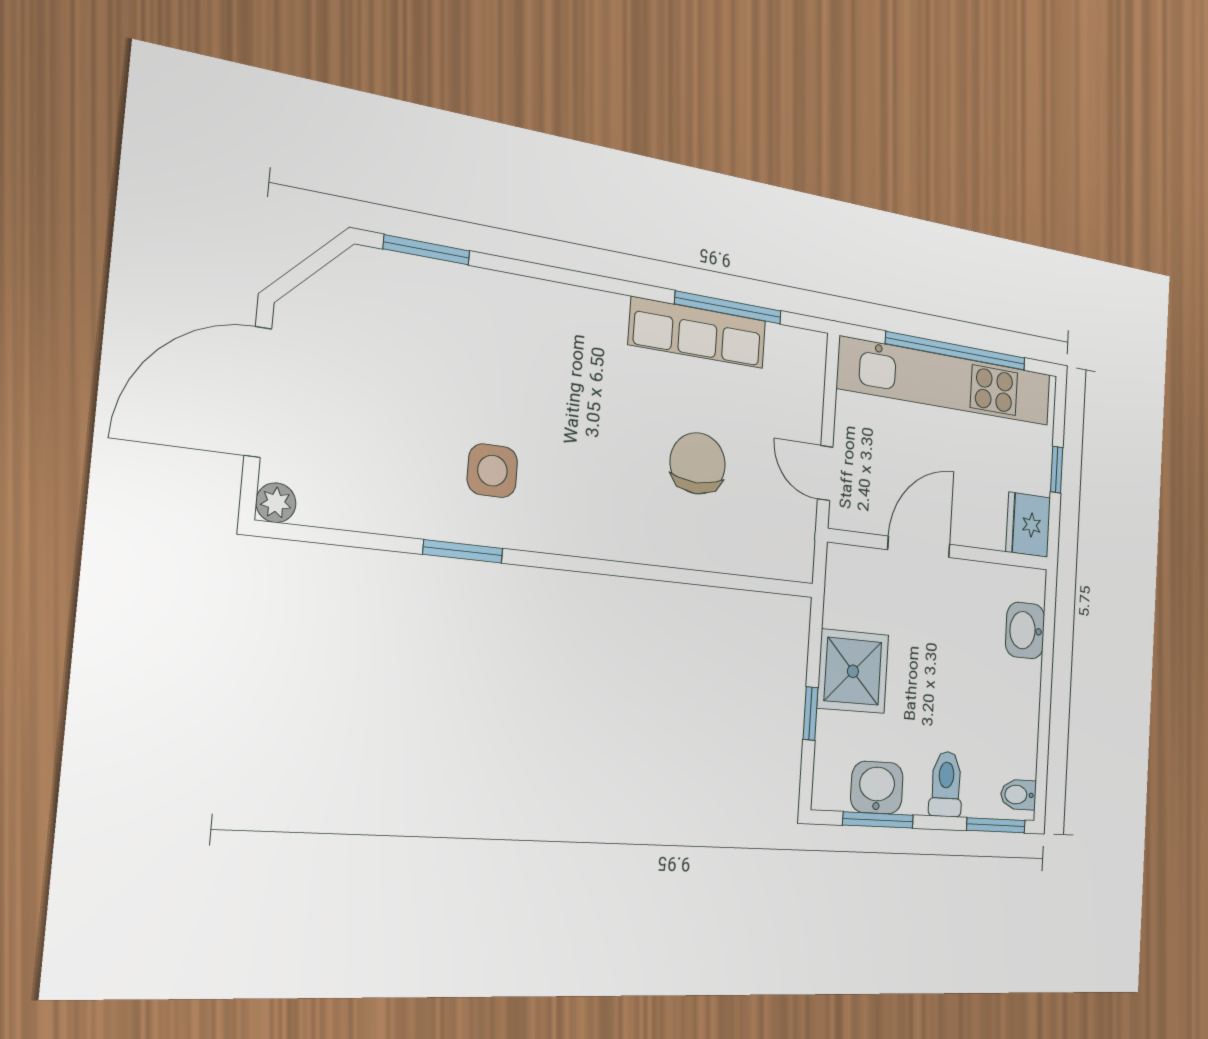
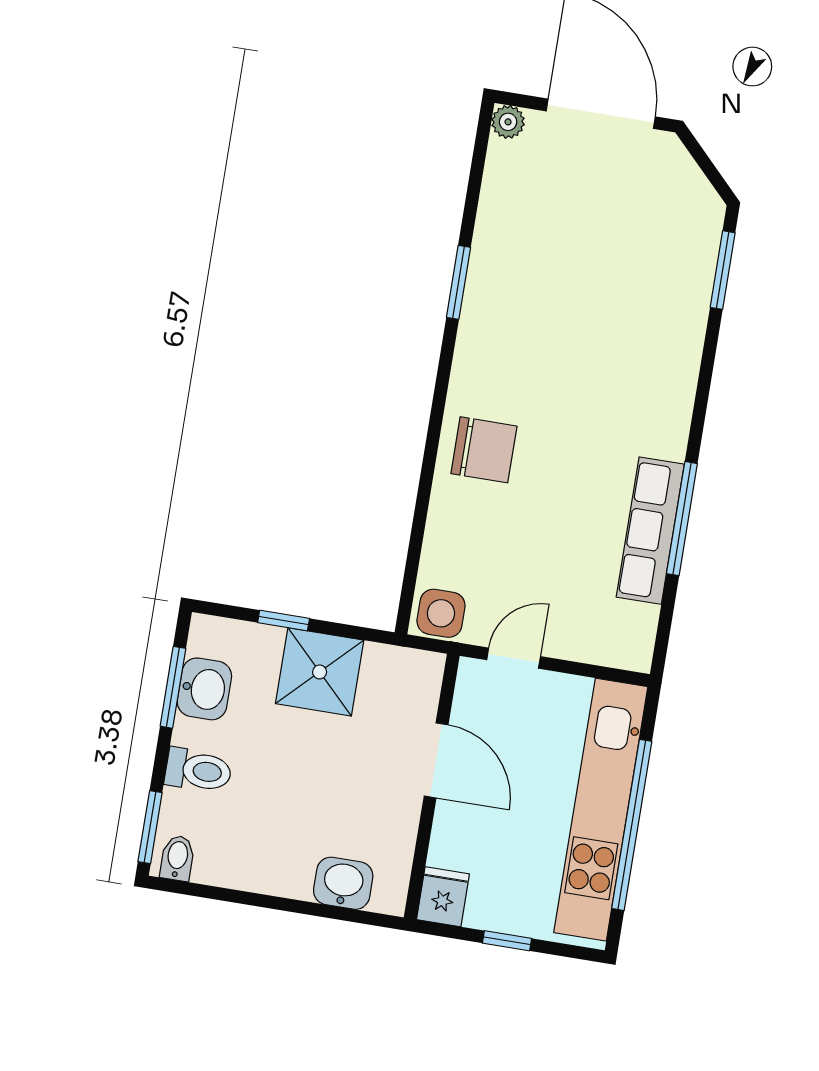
window: (728, 307) -> (682, 519), moved
chair: (698, 463) -> (484, 450), moved
side table: (492, 471) -> (441, 613), moved
fridge: (1028, 525) -> (443, 897), width x0.72

